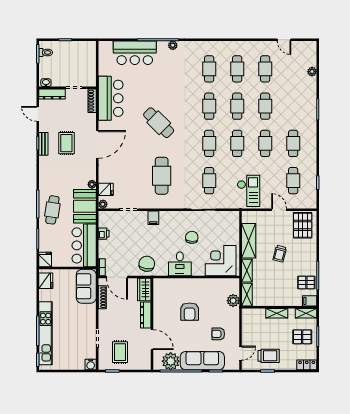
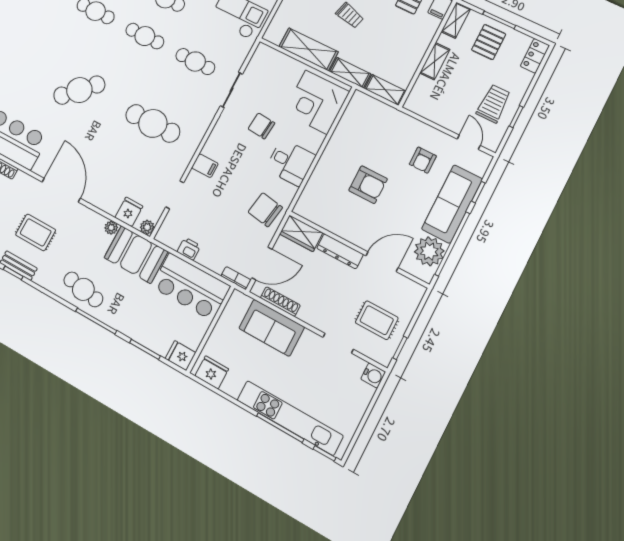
cafe table: (52, 210) -> (83, 289), moved
sofa: (86, 286) -> (272, 328), moved
plant: (233, 301) -> (384, 114), removed

